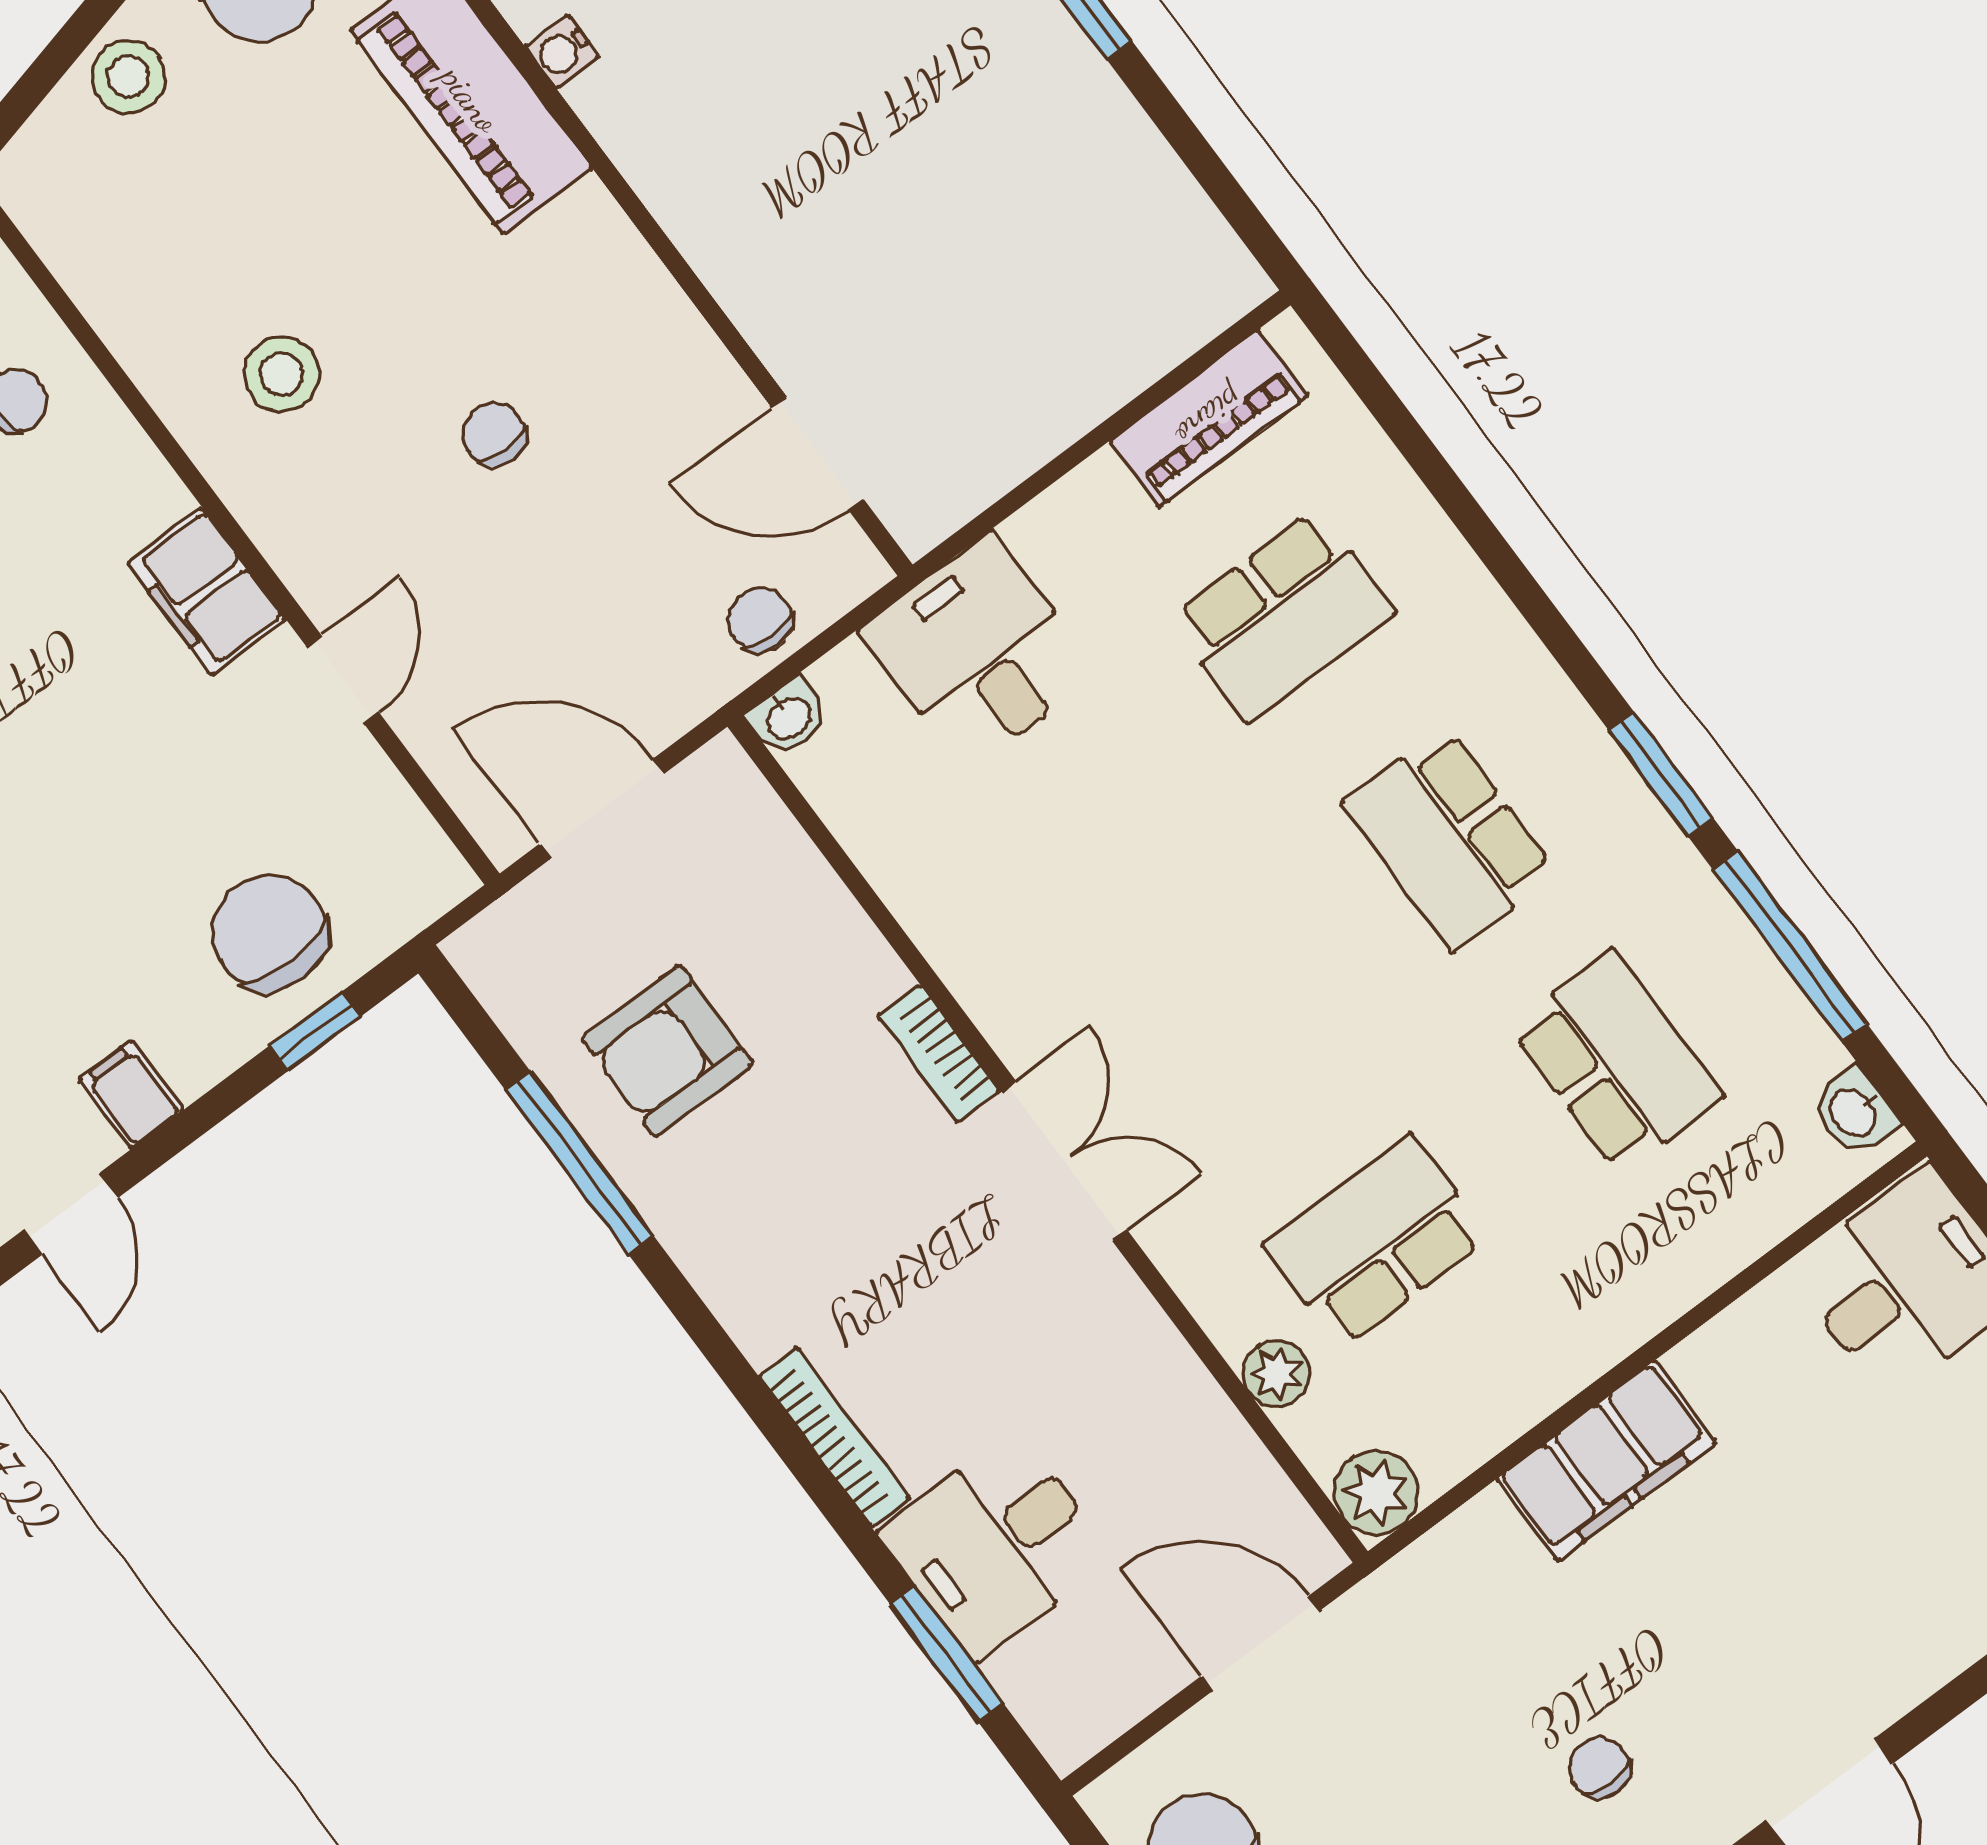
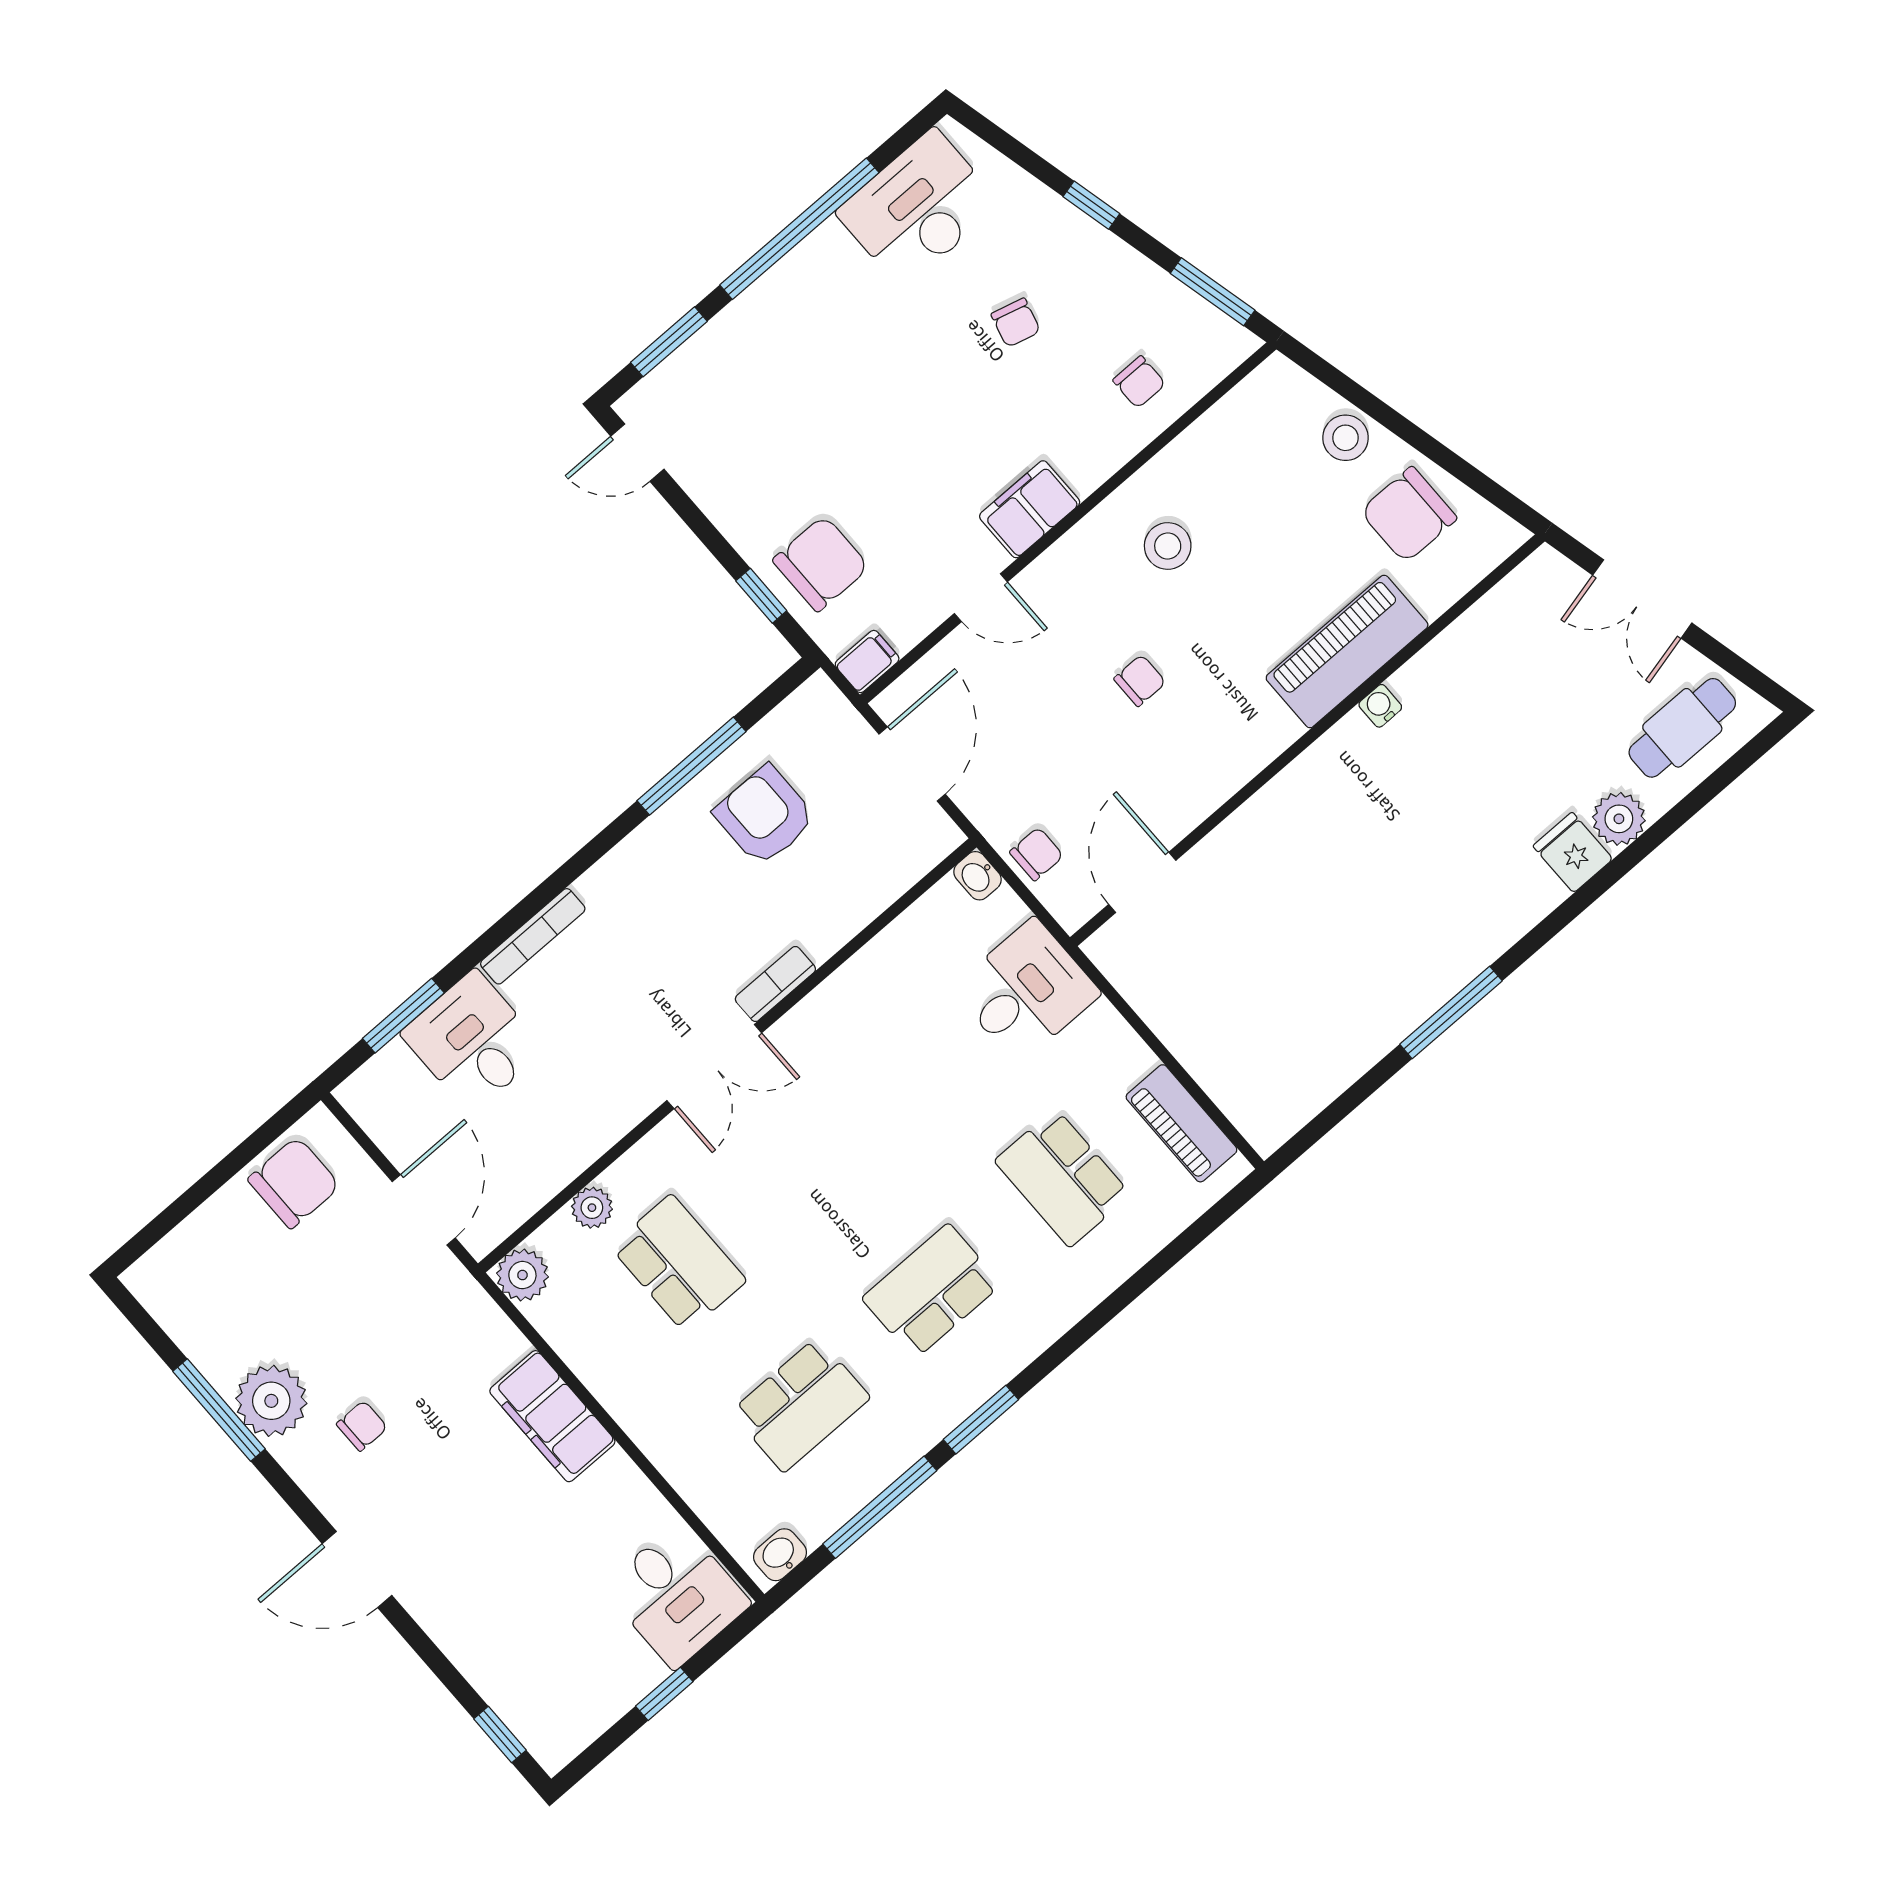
filing cabinet: (131, 1094) -> (867, 662), moved

